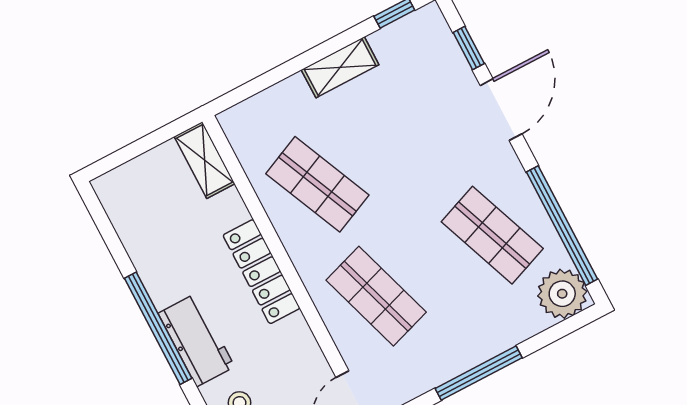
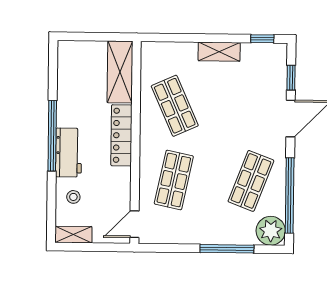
shelving: (205, 160) -> (120, 72), width x1.50, depth x1.33
shop shelf: (492, 235) -> (251, 181), turned 42
shop shelf: (376, 296) -> (174, 180), turned 30
window: (479, 373) -> (227, 249), moved

